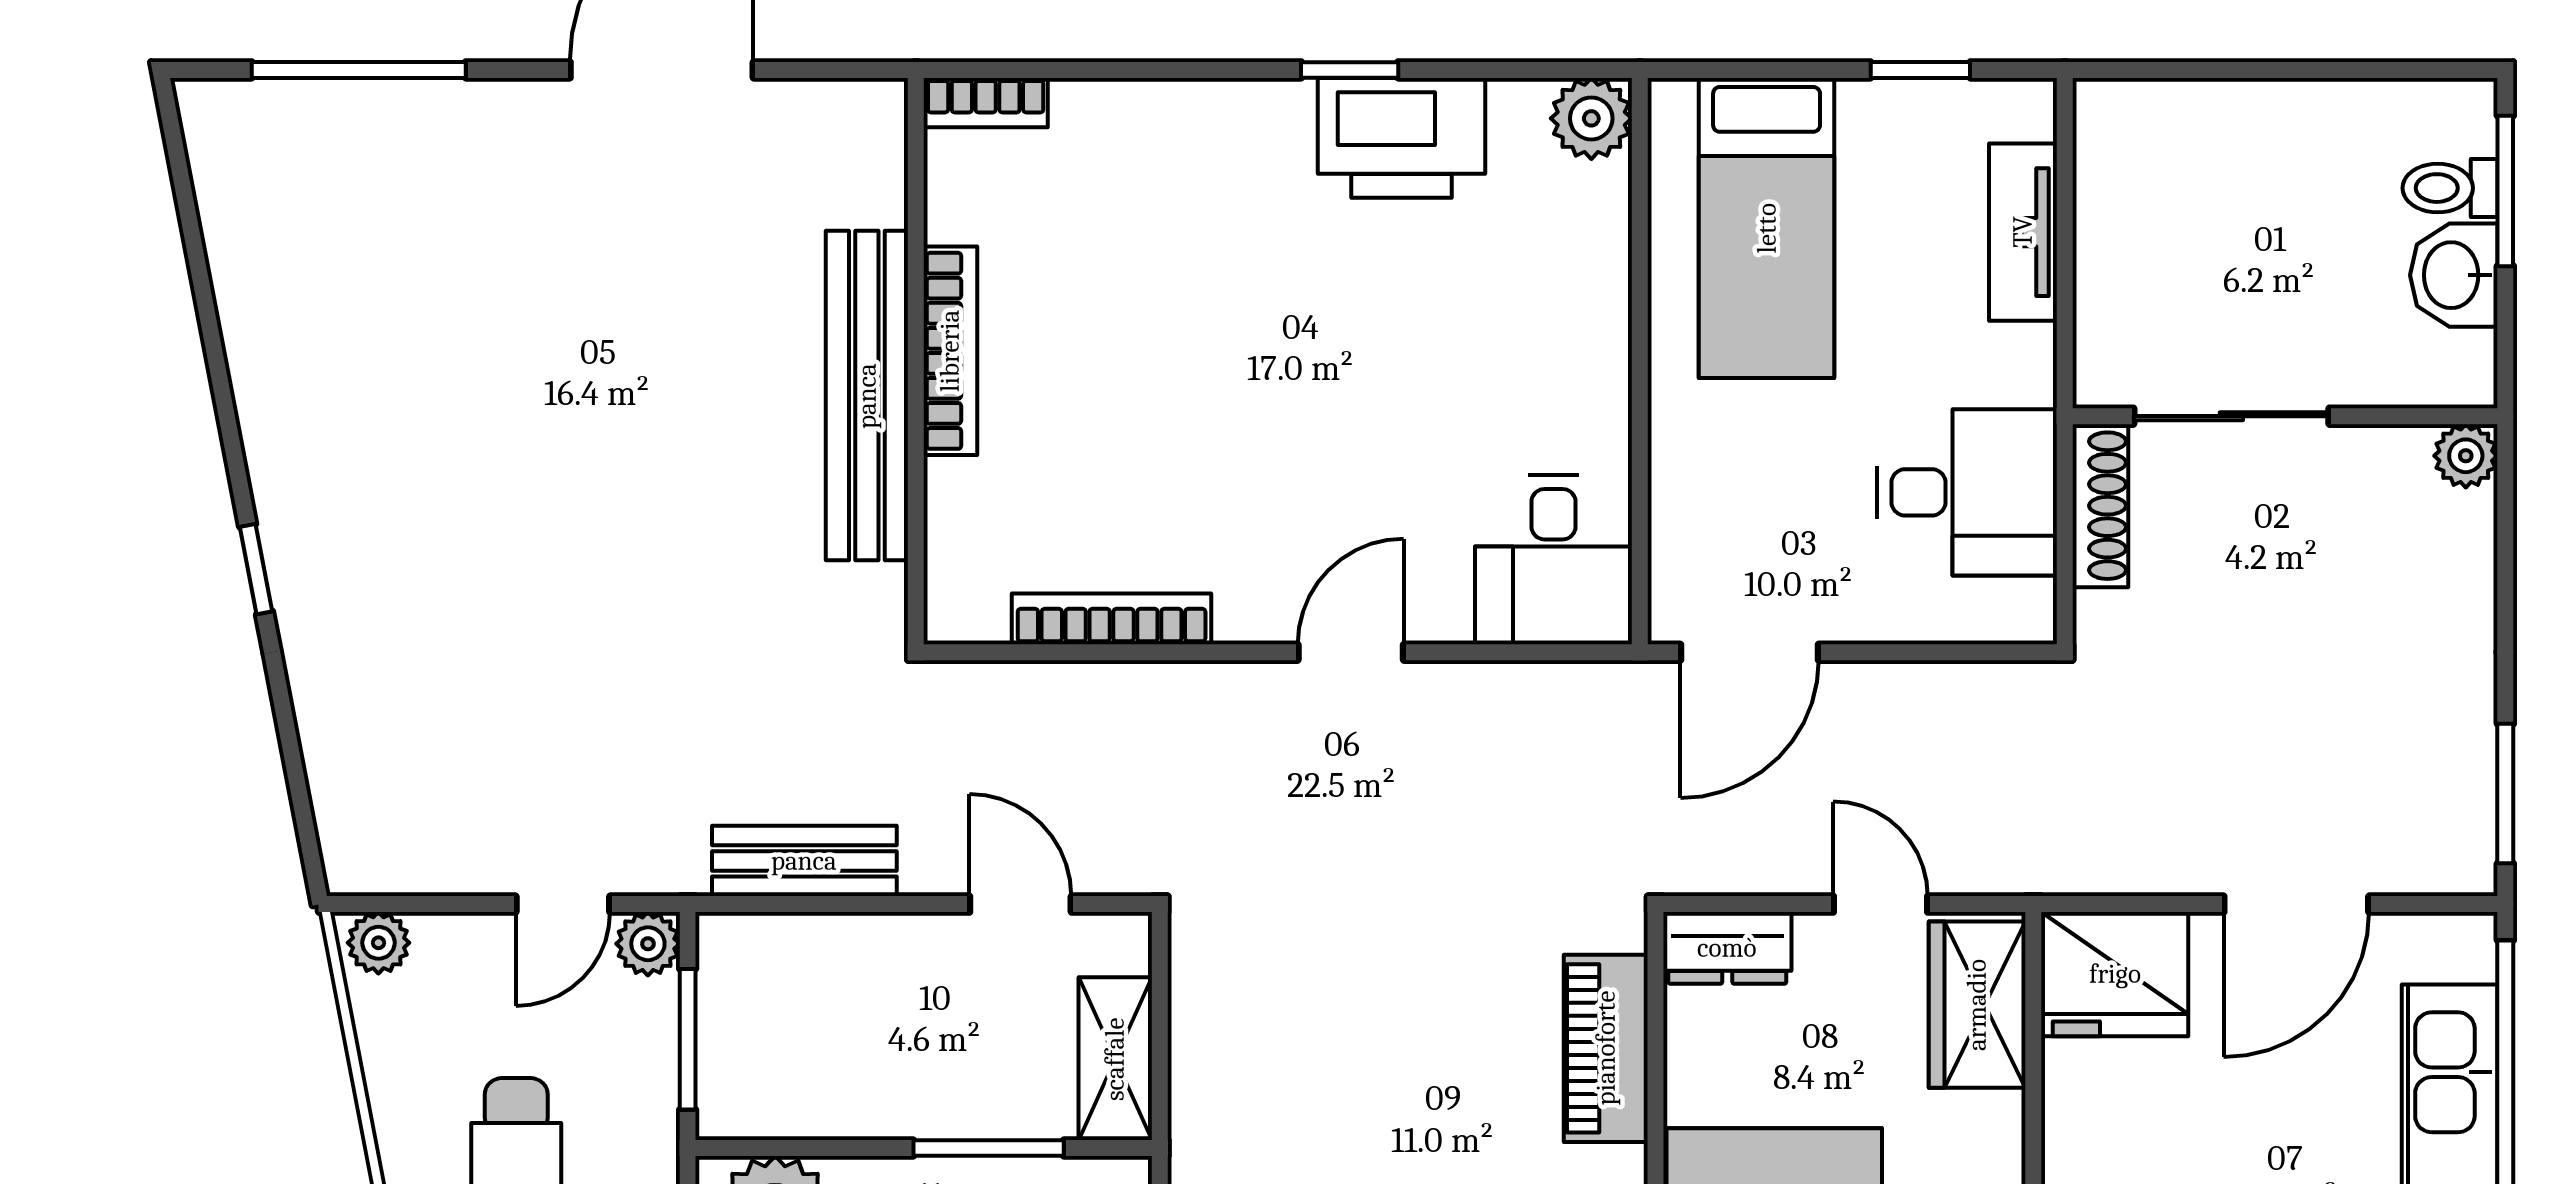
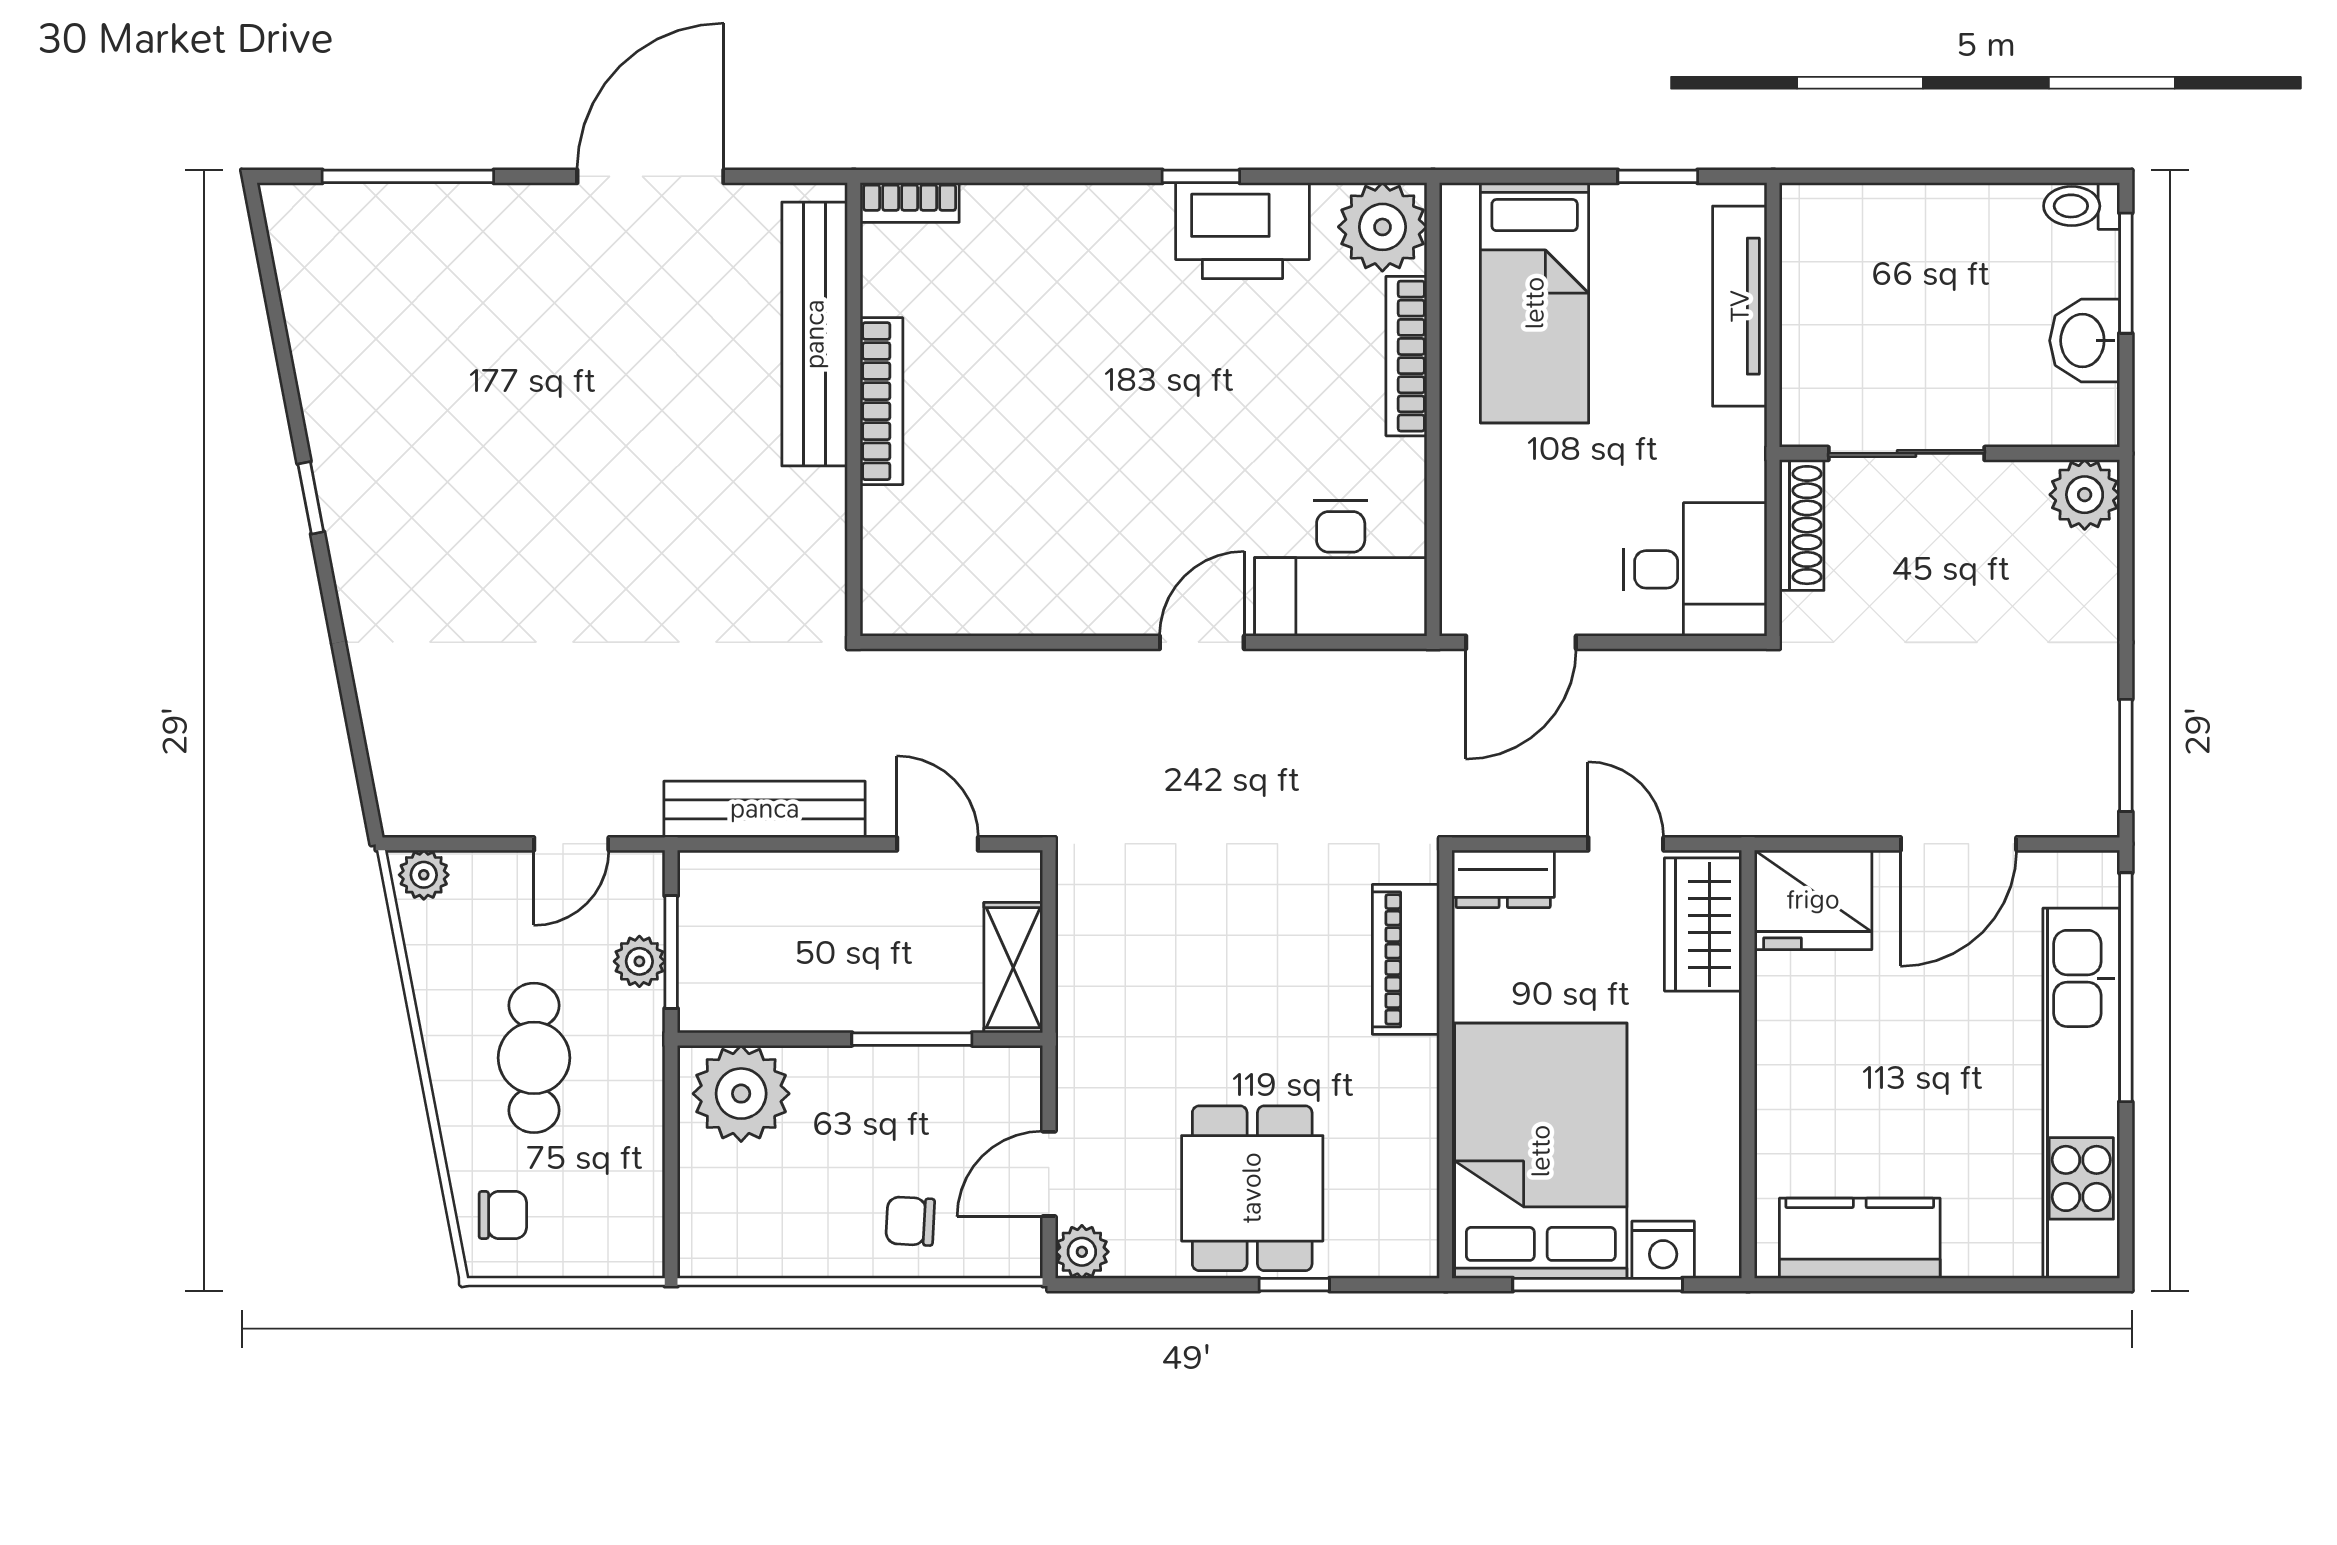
plant: (1591, 118) -> (1382, 227), width x1.36, depth x1.36
toilet: (2450, 188) -> (2082, 206), moved
tv unit: (2023, 232) -> (1740, 306), width x1.41
bench: (867, 396) -> (815, 334), moved
plant: (2466, 456) -> (2085, 495), width x1.38, depth x1.38
desk: (1967, 492) -> (1695, 569), moved
desk: (1554, 560) -> (1341, 568), width x1.37
window: (256, 569) -> (311, 498), moved
bookcase: (1112, 619) -> (1406, 356), moved, turned -90
bench: (804, 861) -> (765, 809), width x1.36
plant: (648, 944) -> (639, 961), moved

